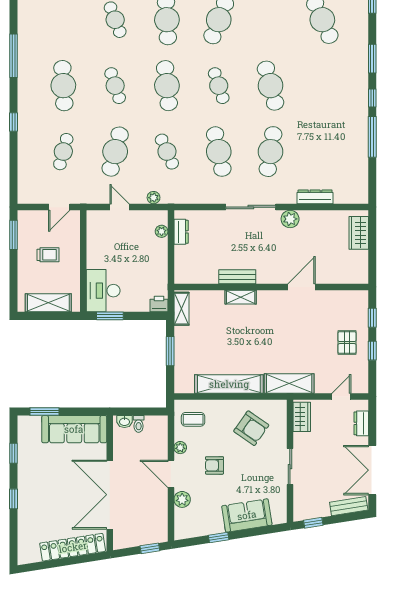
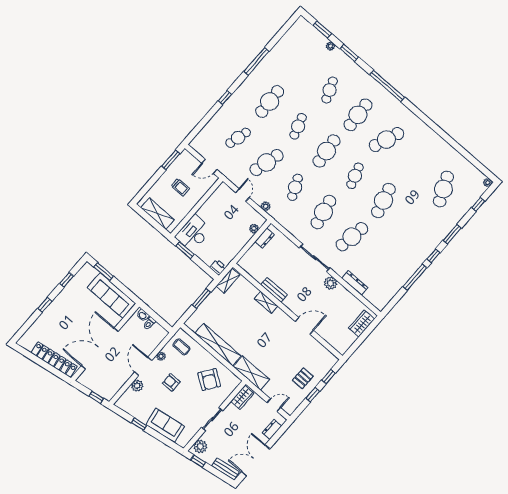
plant: (302, 506) -> (200, 446), added

